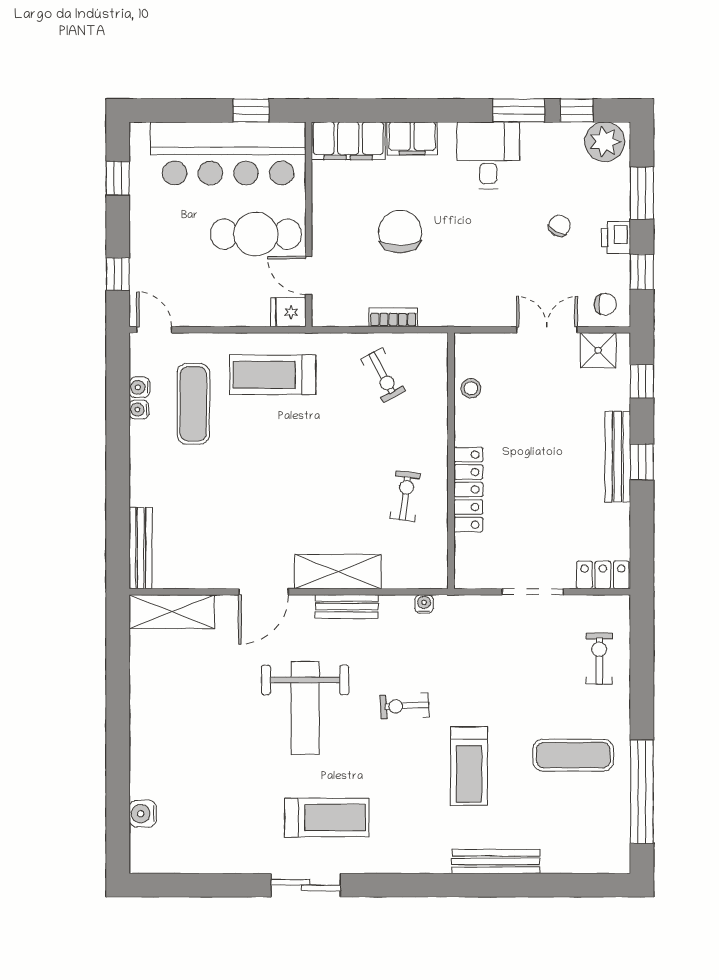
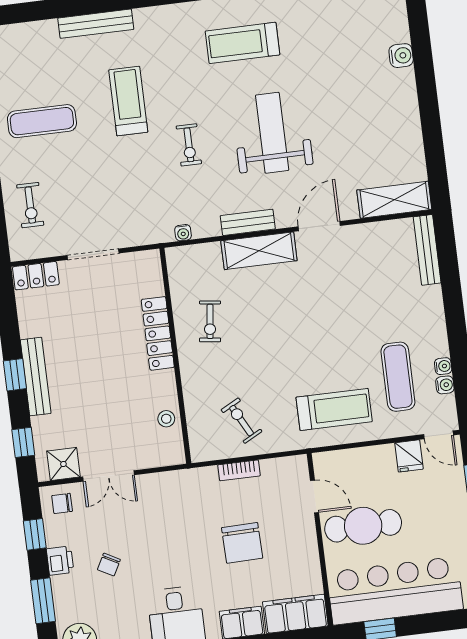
fridge: (288, 312) -> (409, 456), moved, turned 90
exercise bike: (404, 706) -> (189, 145), turned 93
water cooler: (143, 814) -> (401, 56), moved

